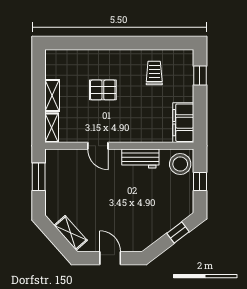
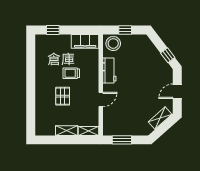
trolley: (154, 73) -> (71, 73), moved
window: (178, 232) -> (168, 55), moved

